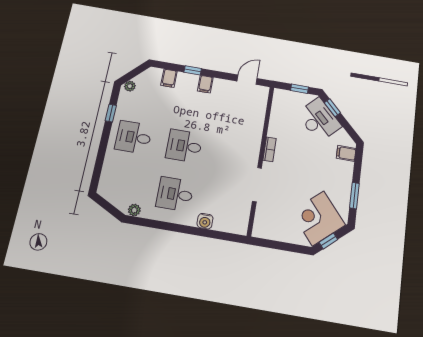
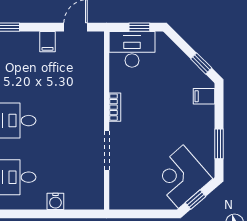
filing cabinet: (205, 84) -> (48, 42), moved
window: (332, 108) -> (201, 63), moved
desk: (319, 120) -> (132, 49), moved, turned -45

